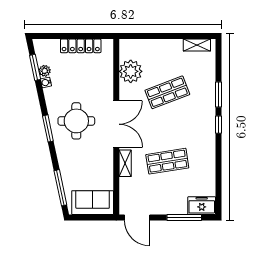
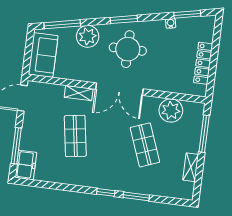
window: (149, 36) -> (204, 134), added
shelving: (197, 45) -> (191, 167), moved
plant: (45, 71) -> (88, 36), moved, width x1.87, depth x1.87

